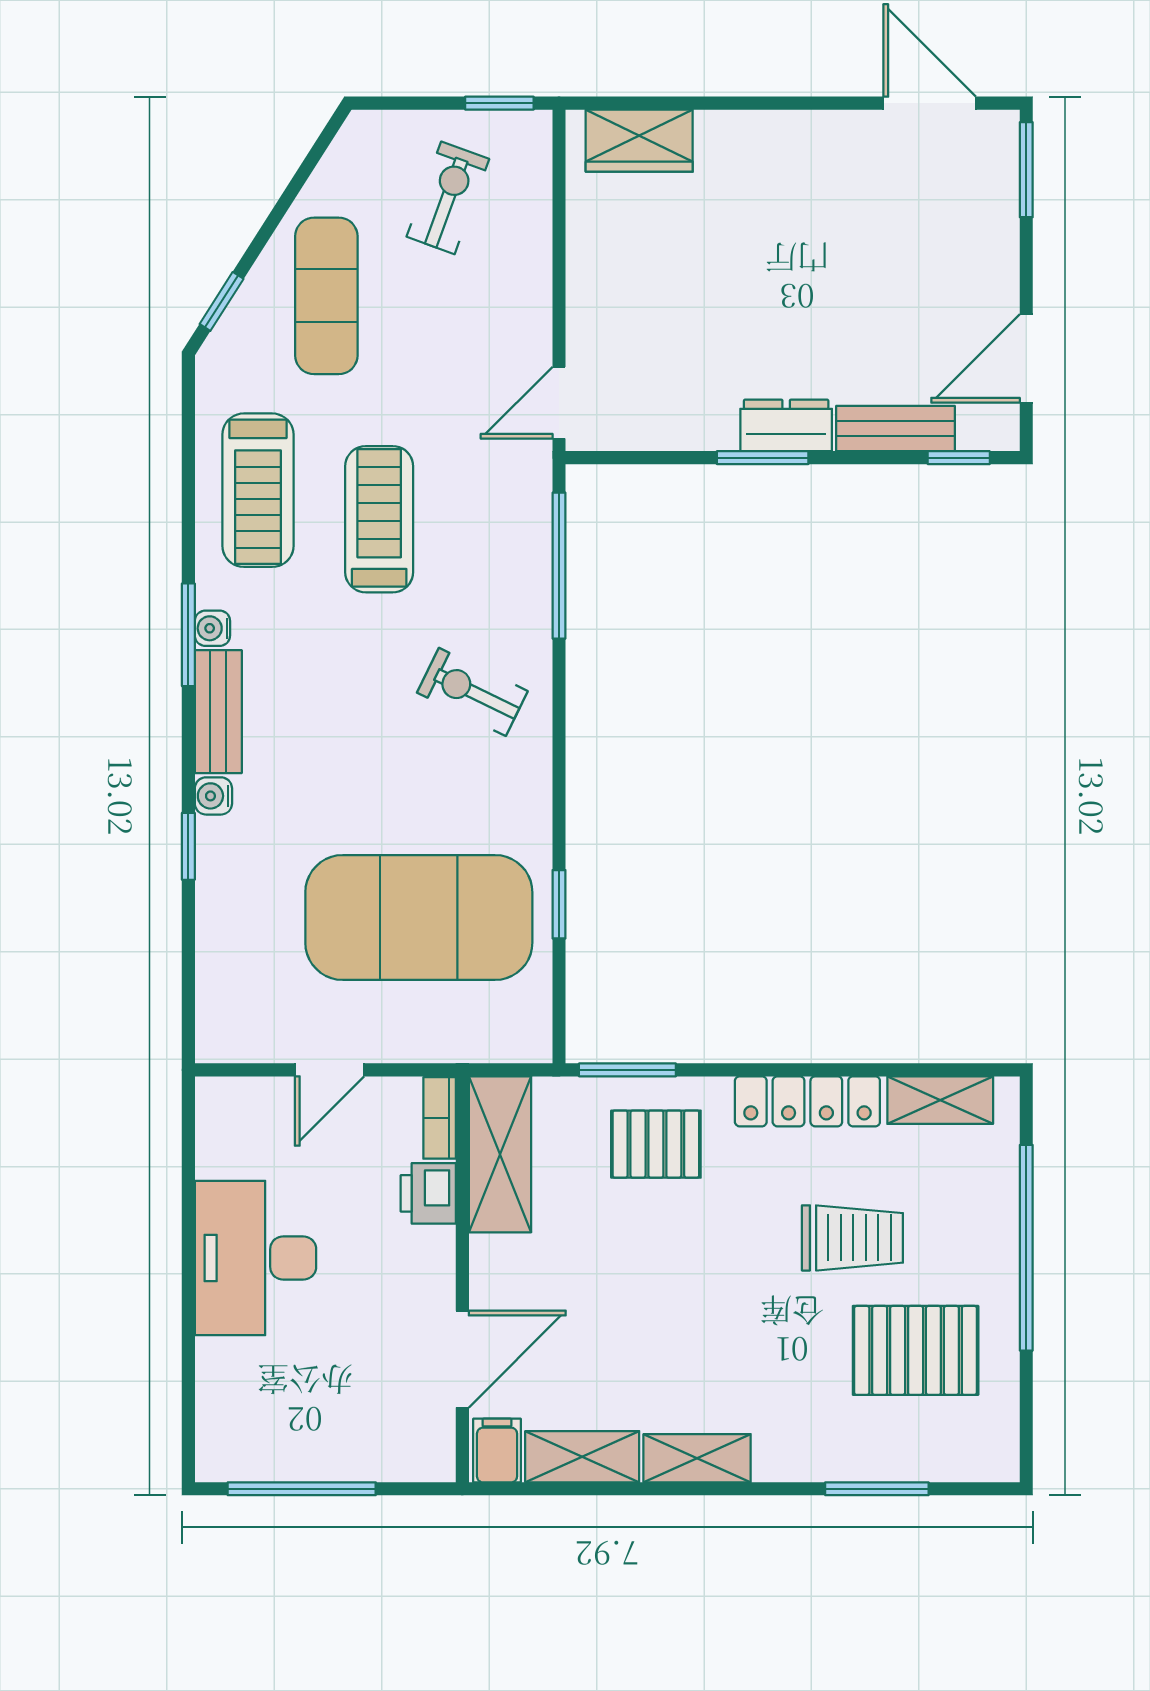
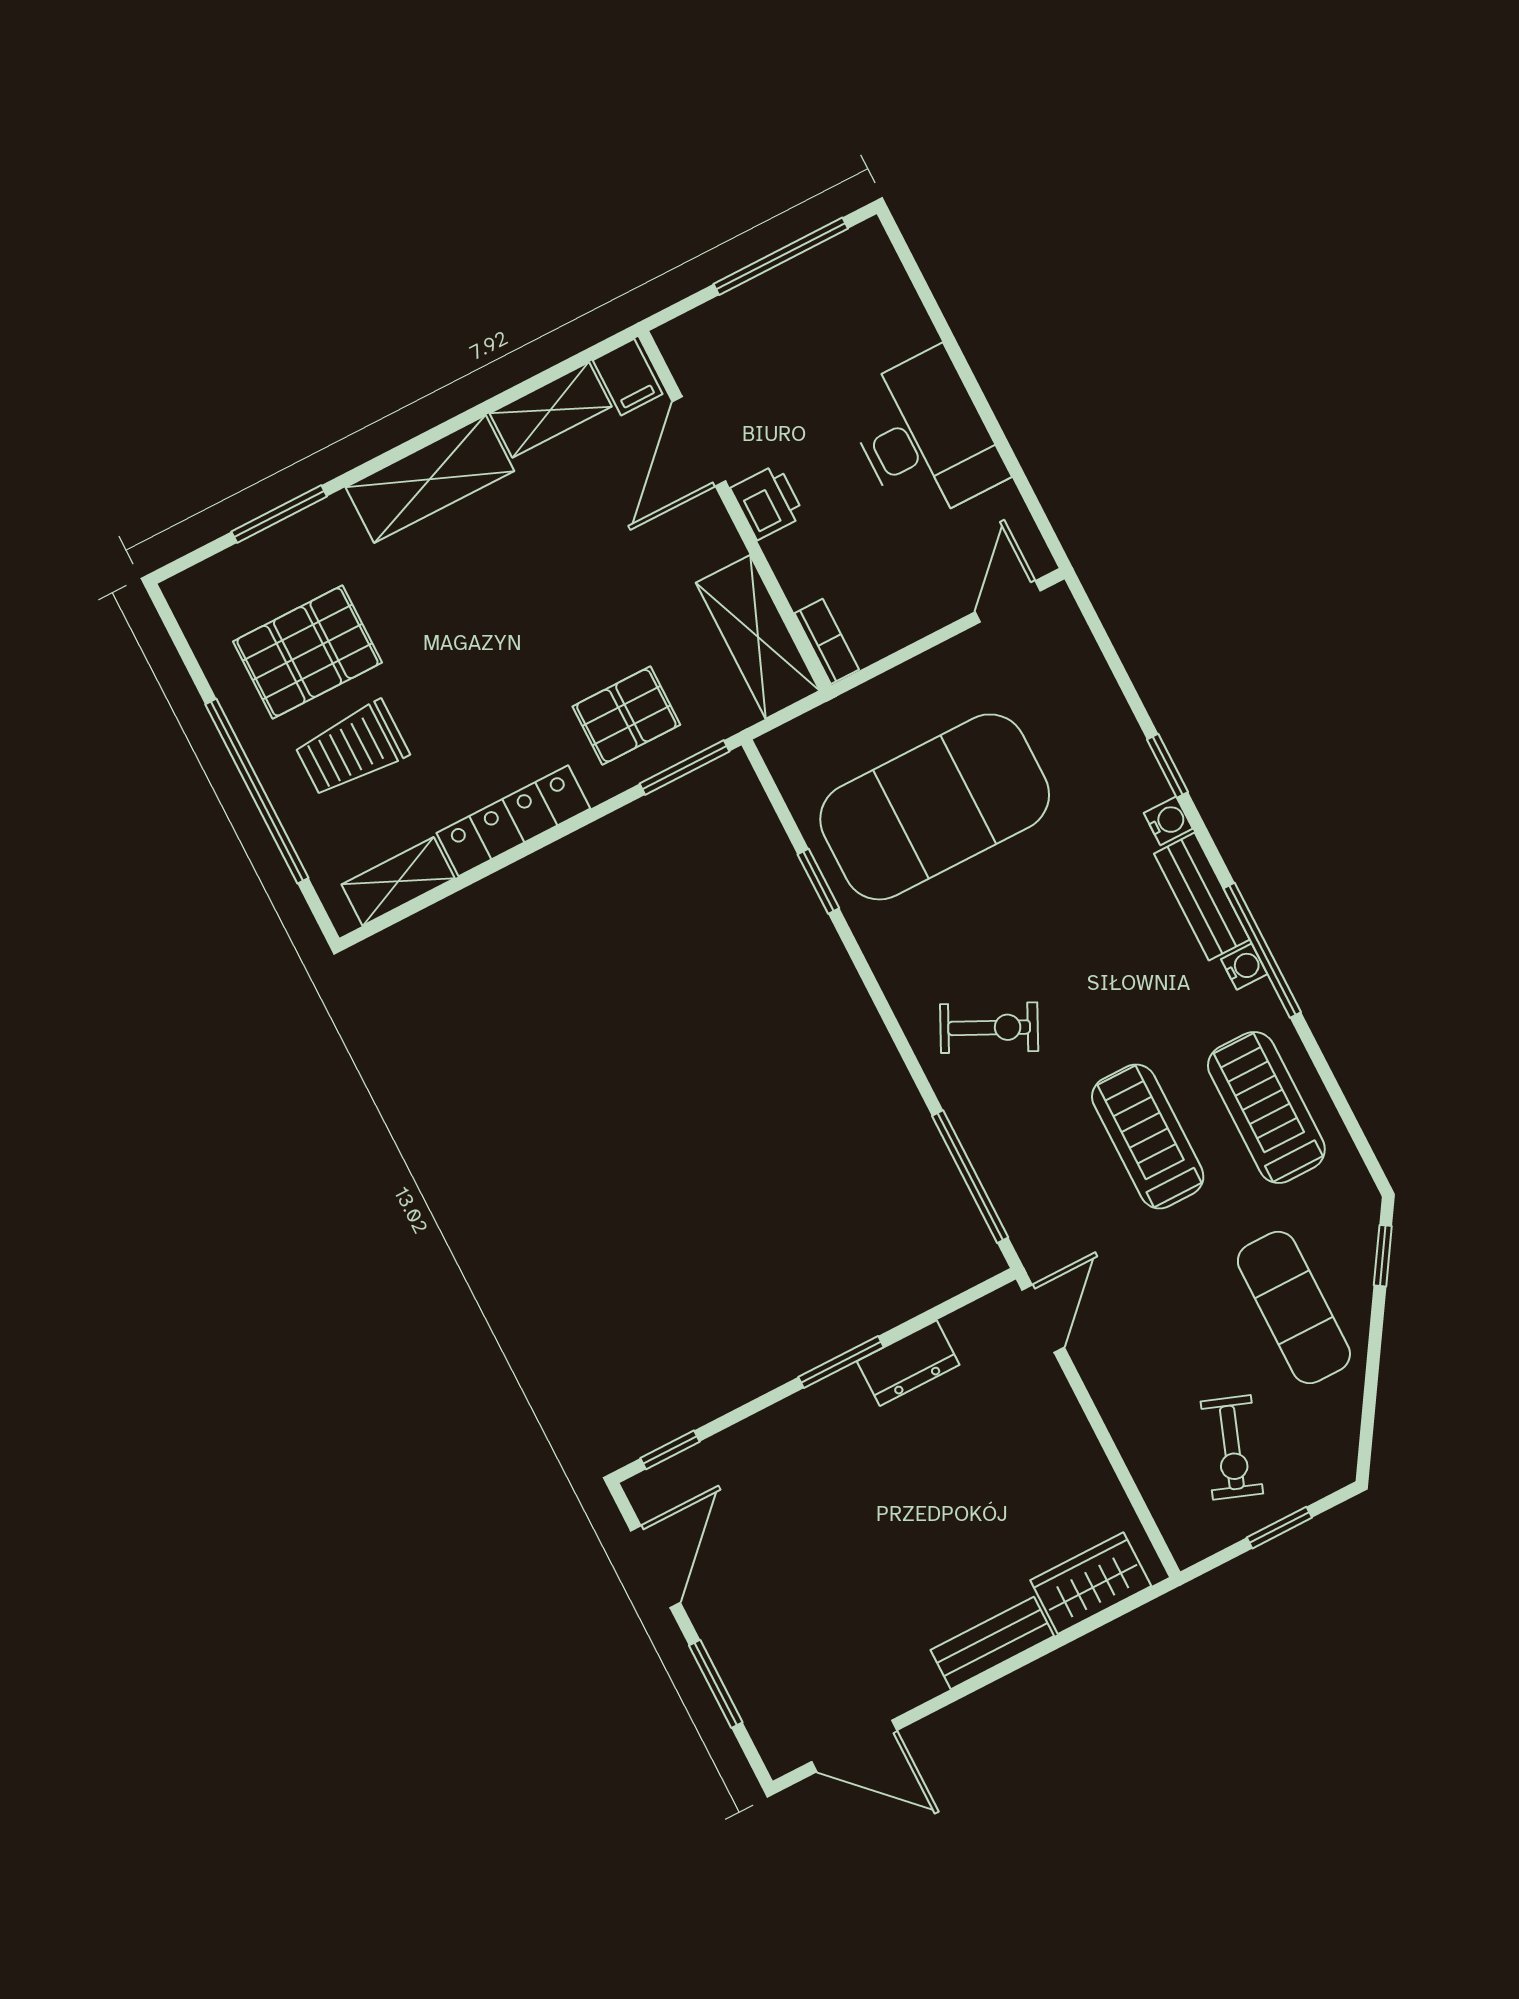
window: (499, 103) -> (1279, 1528), moved
window: (1026, 170) -> (716, 1684), moved
dresser: (786, 425) -> (908, 1363), moved
bench: (896, 428) -> (992, 1643), moved
treadmill: (379, 519) -> (1148, 1136), turned 180
window: (188, 635) -> (1262, 950), width x1.44
door: (330, 1070) -> (1008, 601), moved
printer: (428, 1193) -> (768, 502), moved
trolley: (852, 1238) -> (352, 749), moved
shelving: (697, 1458) -> (430, 479), width x1.50, depth x1.33

